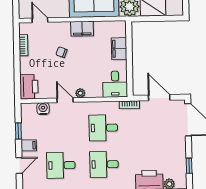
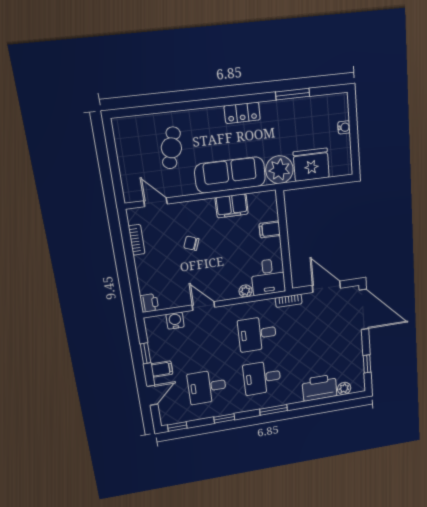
filing cabinet: (82, 29) -> (232, 206), moved
filing cabinet: (119, 49) -> (270, 229), width x0.50
printer: (29, 87) -> (149, 303), width x0.53, depth x0.68
plant: (80, 93) -> (245, 291), moved

